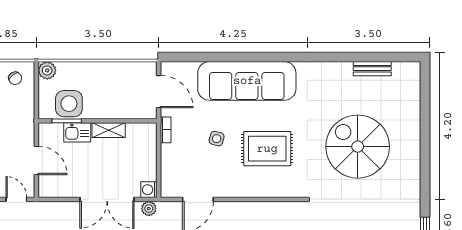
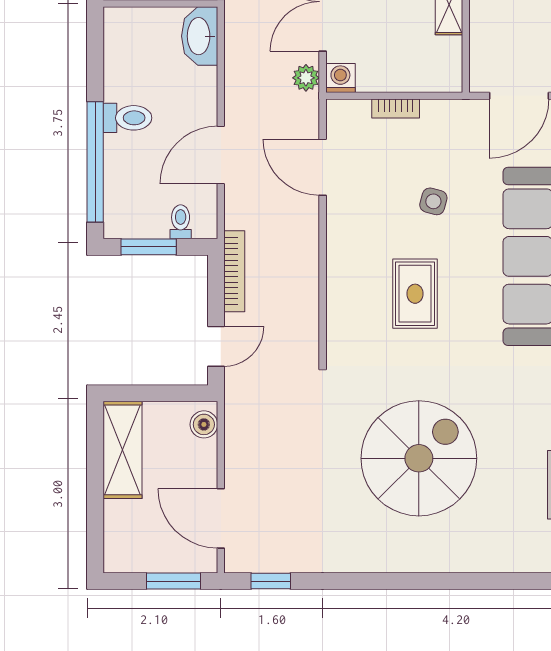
bookcase: (166, 130) -> (396, 108), moved
rug: (267, 149) -> (415, 294), width x0.73, depth x0.70

